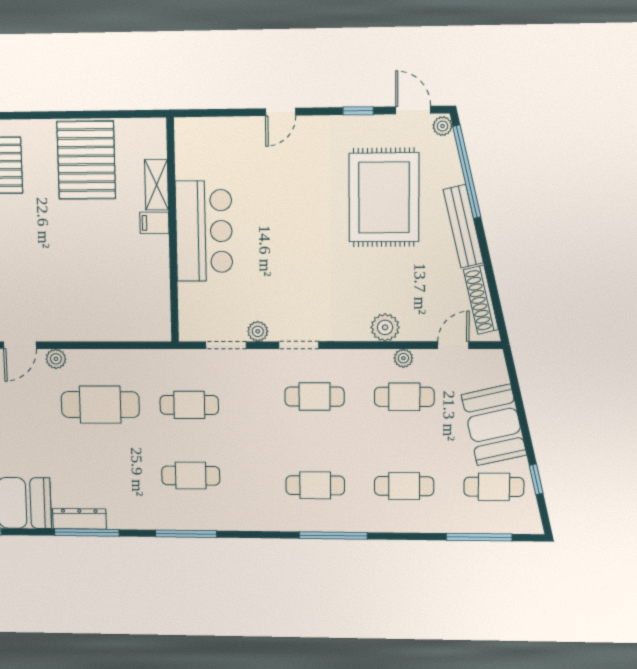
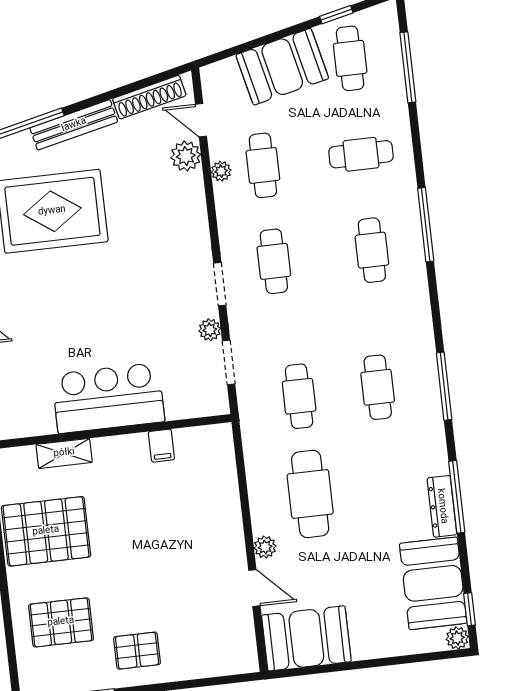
filing cabinet: (154, 223) -> (161, 446), moved
plant: (385, 327) -> (186, 156), moved
cafe table: (404, 486) -> (361, 154), turned 90

